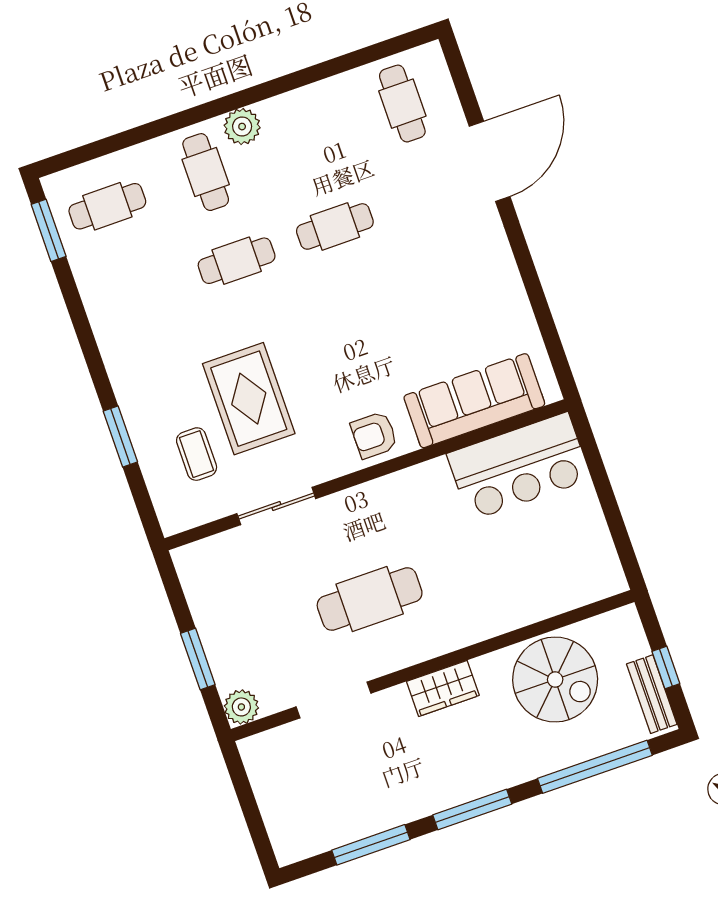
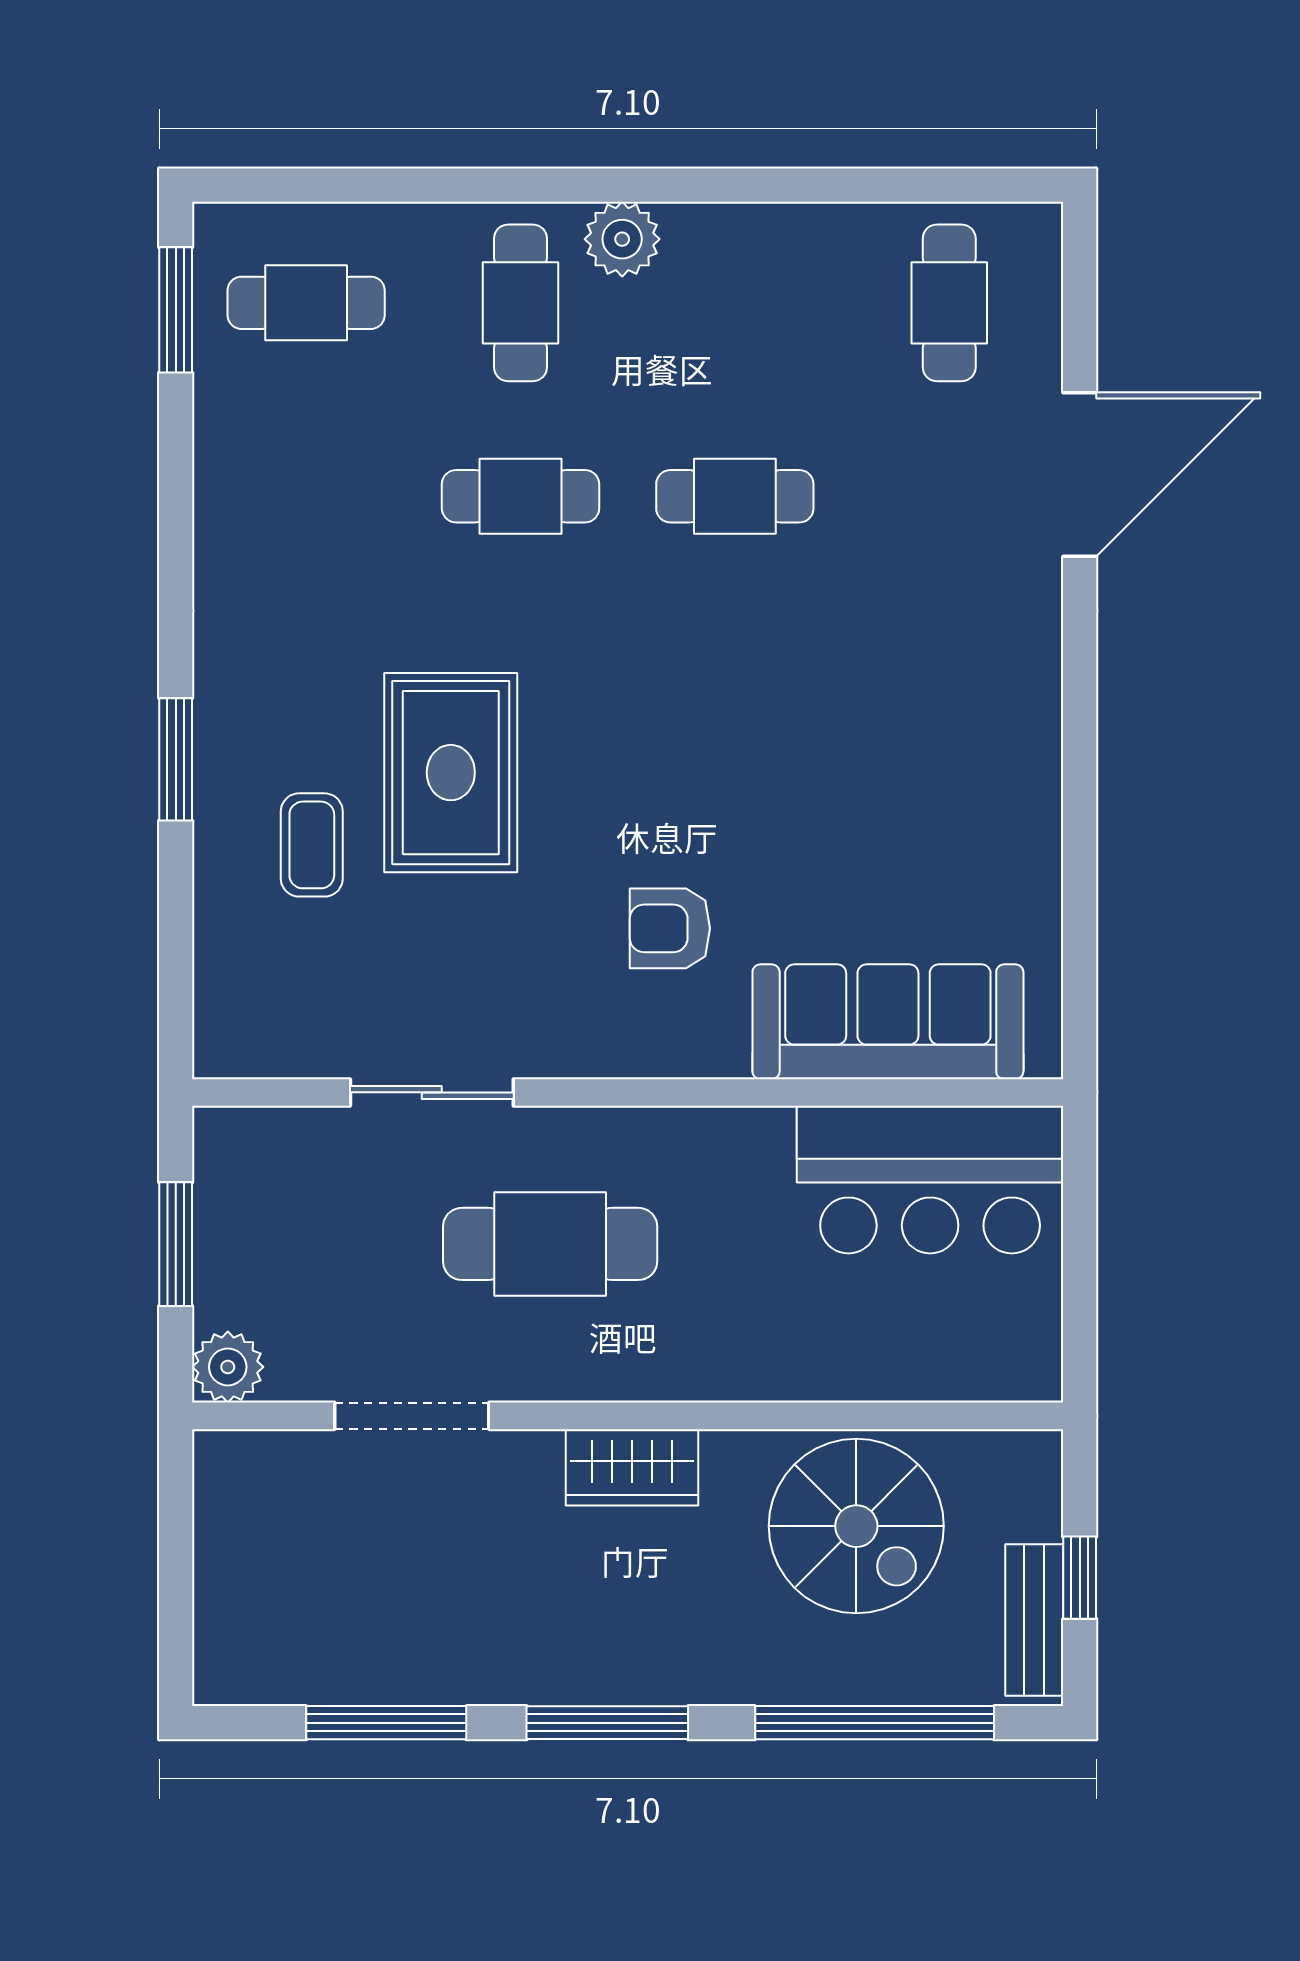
sofa: (474, 401) -> (888, 1022), moved
bar counter: (519, 466) -> (930, 1180), moved
wall: (366, 475) -> (628, 1092), moved
sliding door: (276, 506) -> (432, 1092), moved

